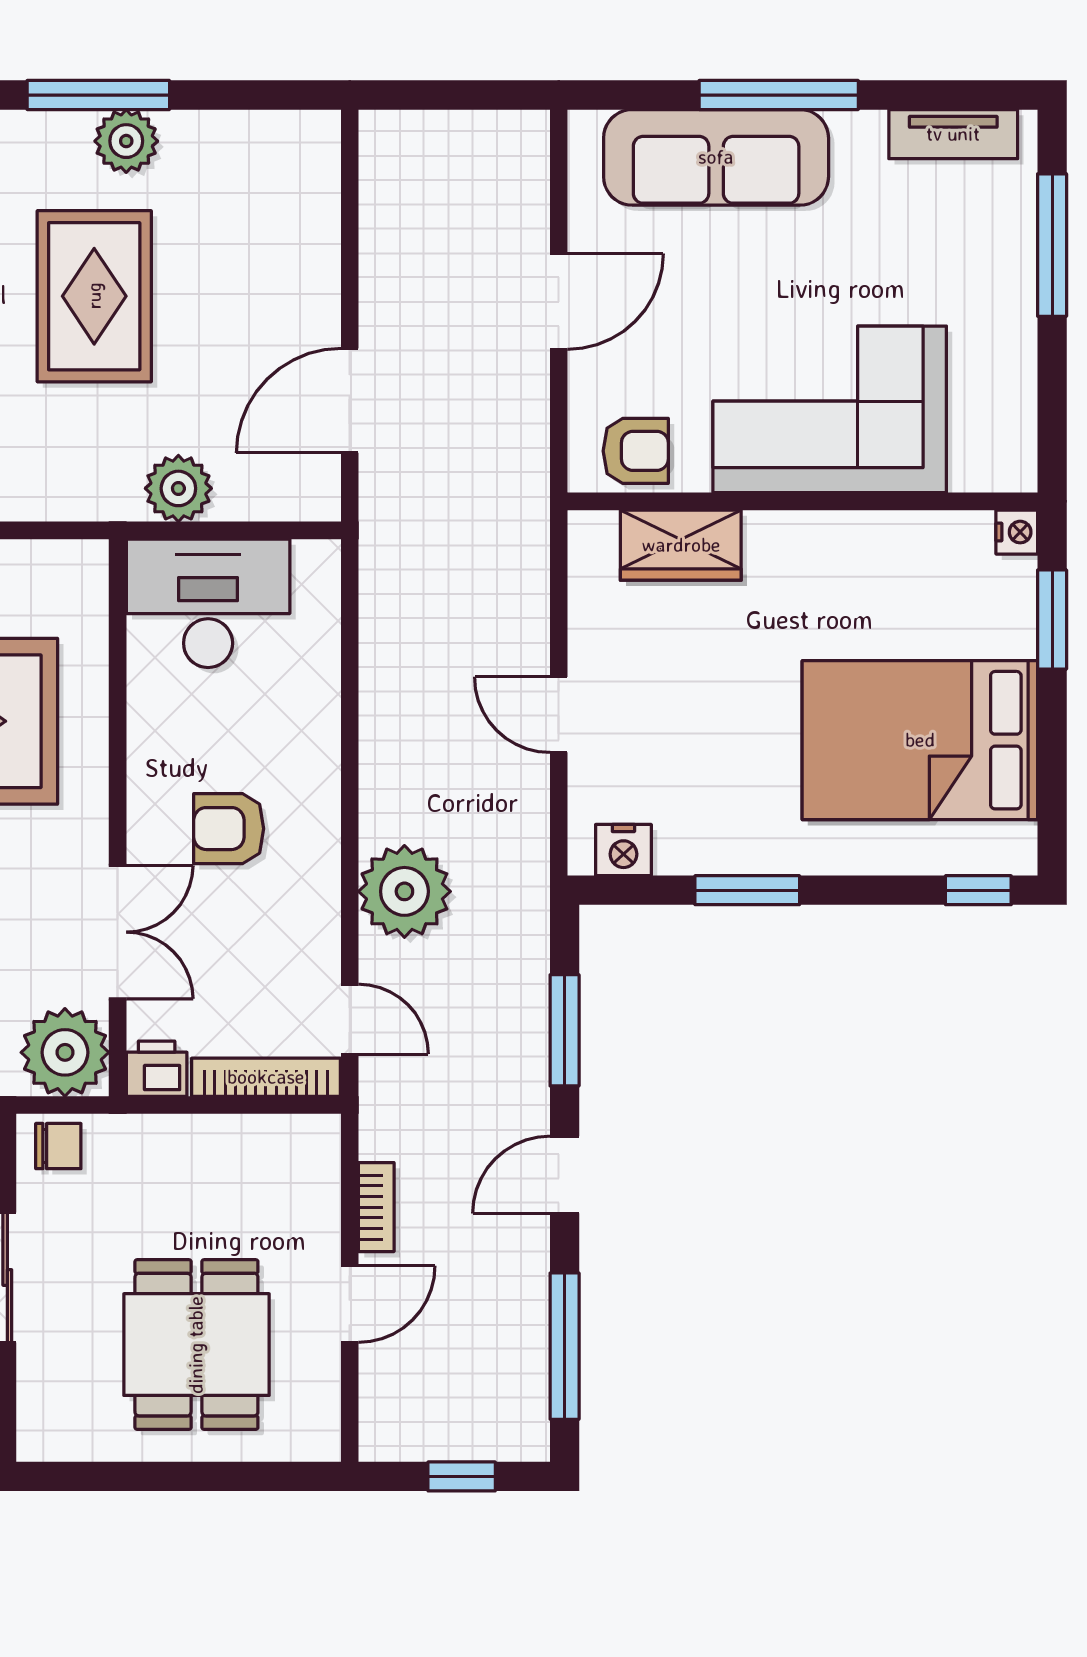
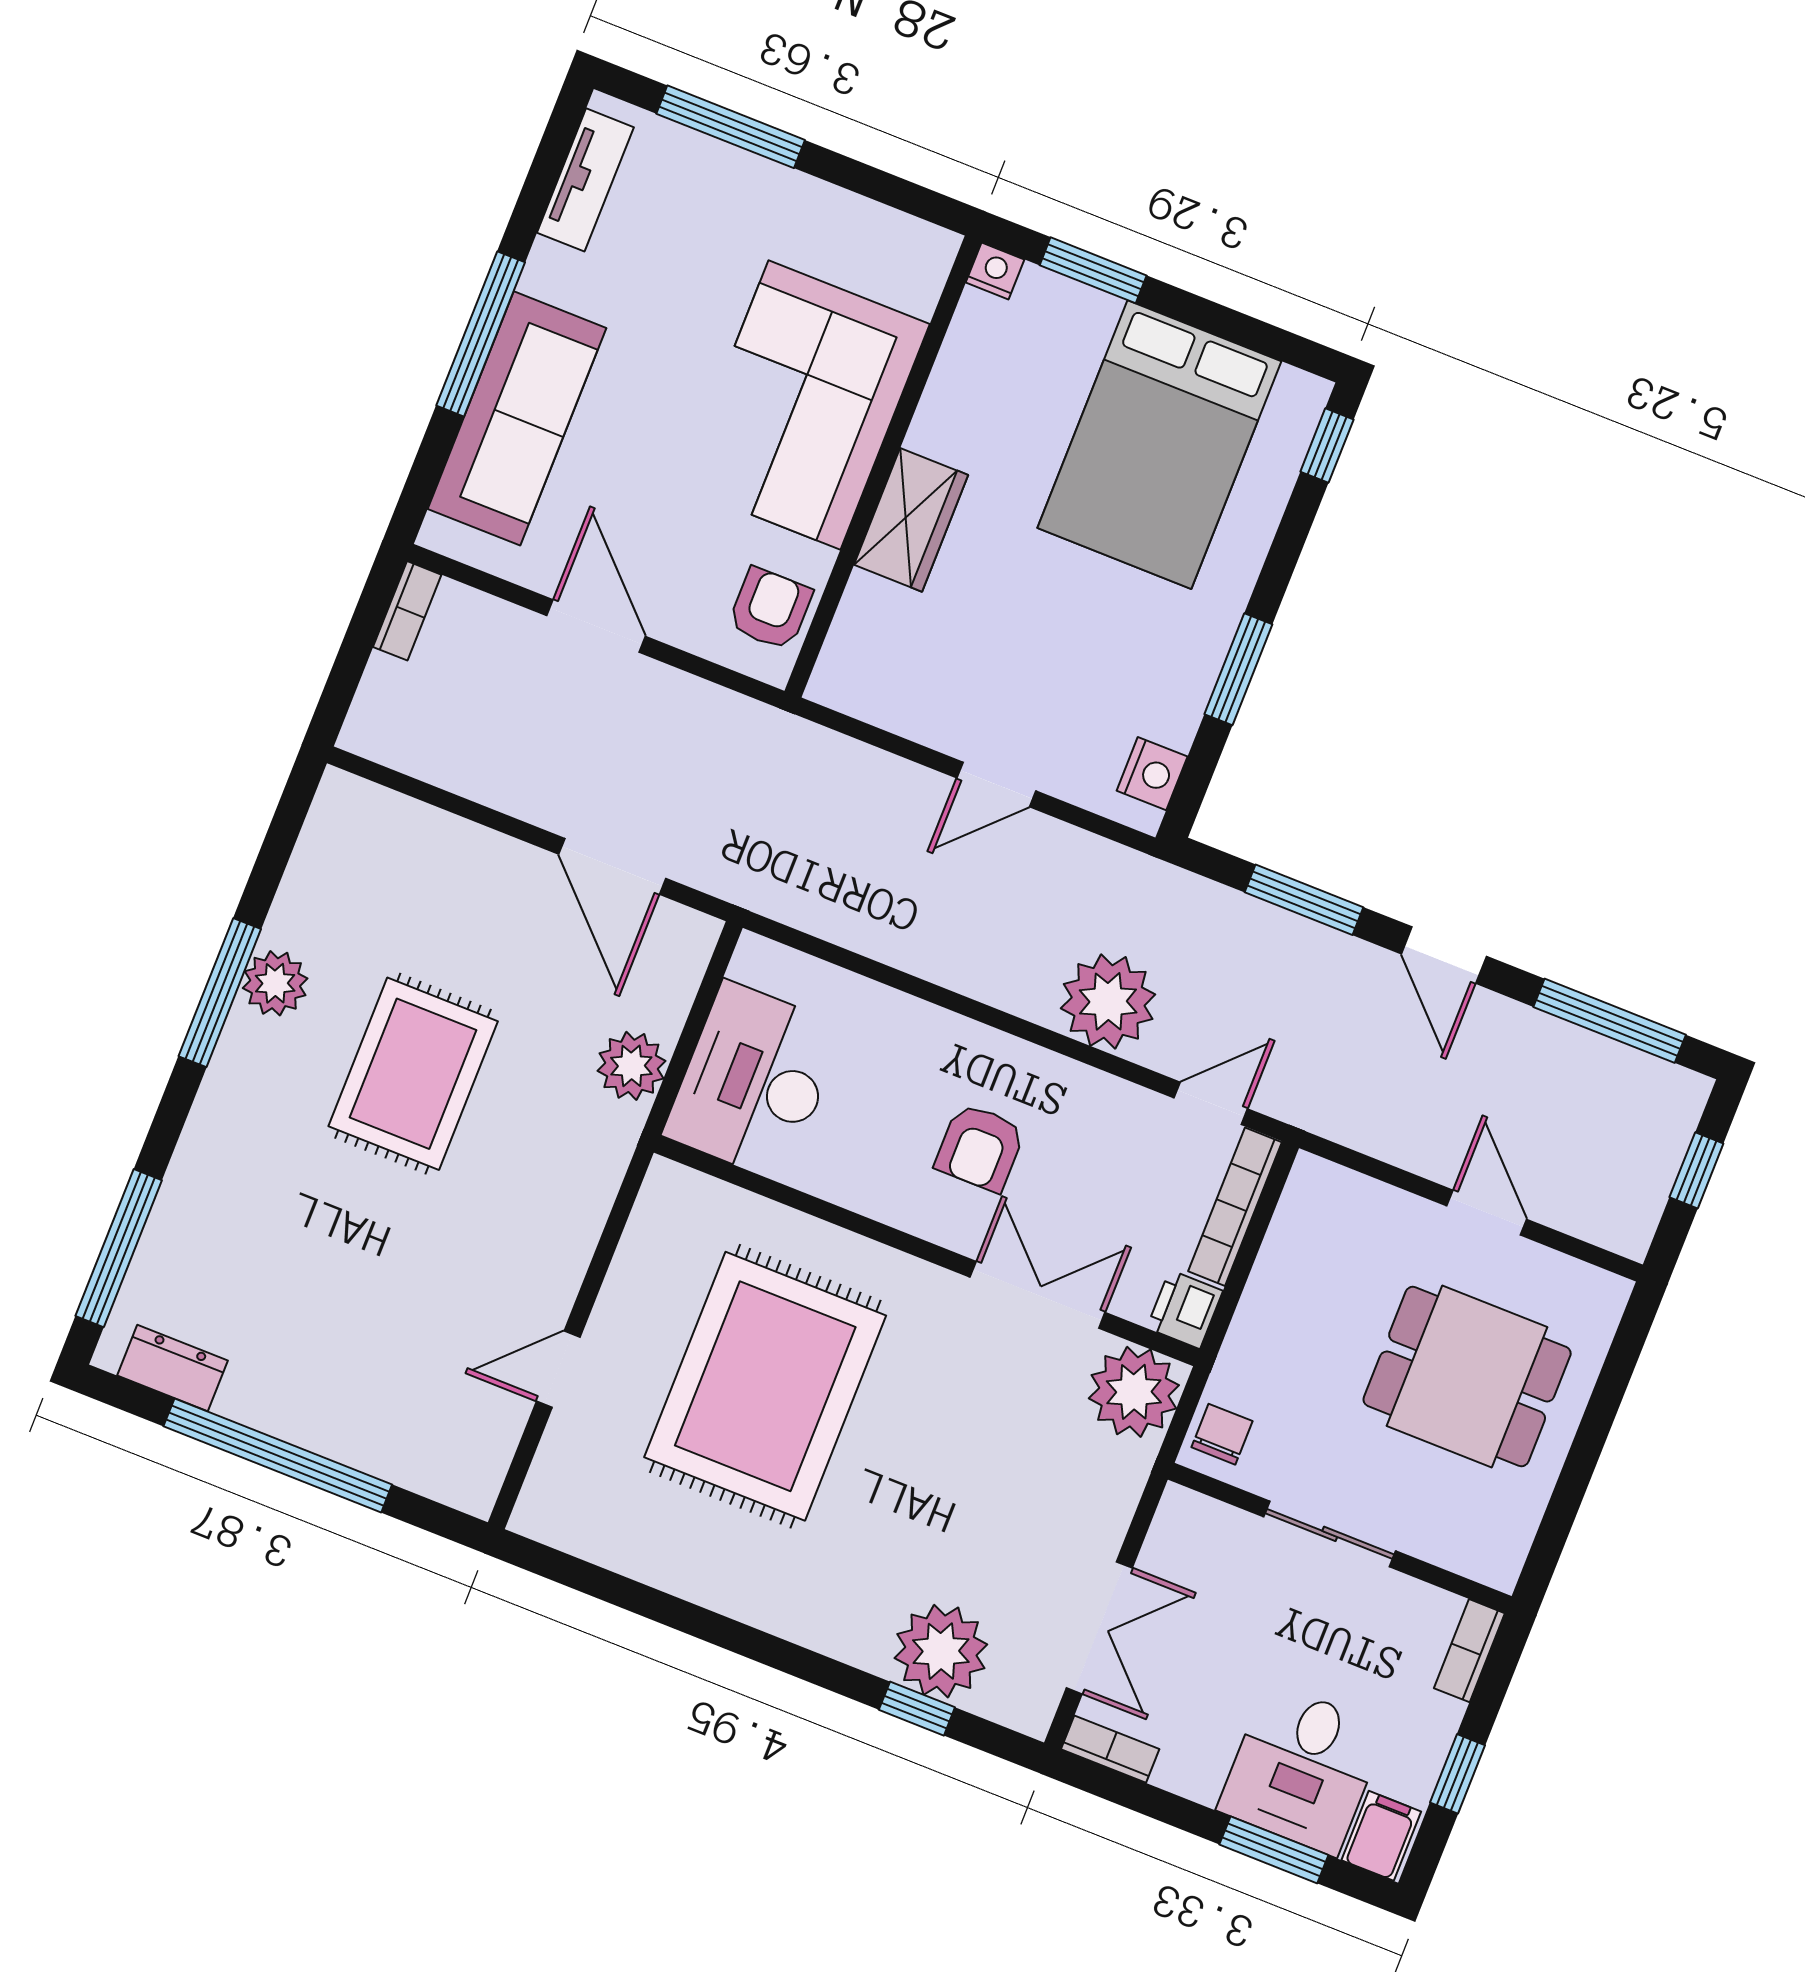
rug: (94, 296) -> (413, 1074), turned 90
wardrobe: (681, 545) -> (911, 520), moved
bookcase: (376, 1207) -> (407, 611), moved, turned 90

